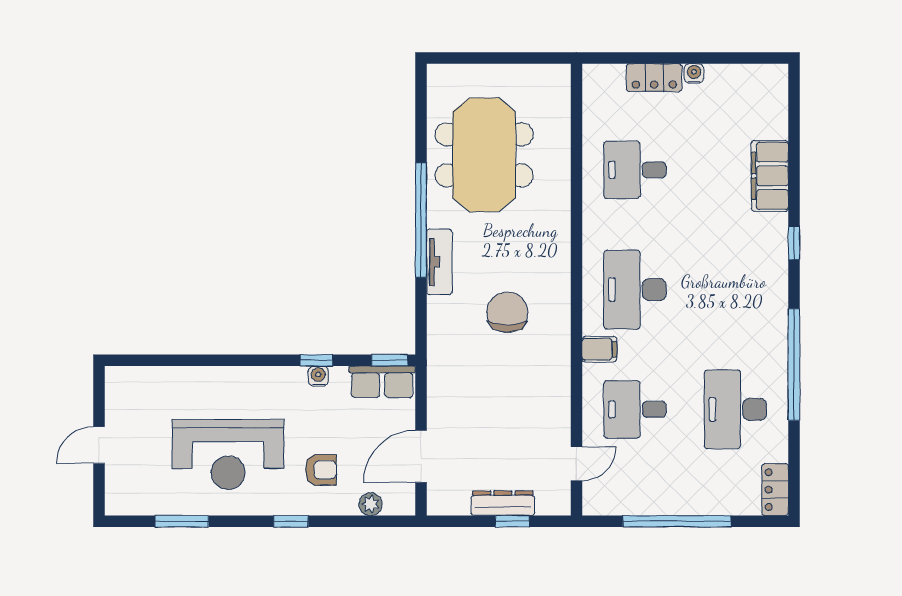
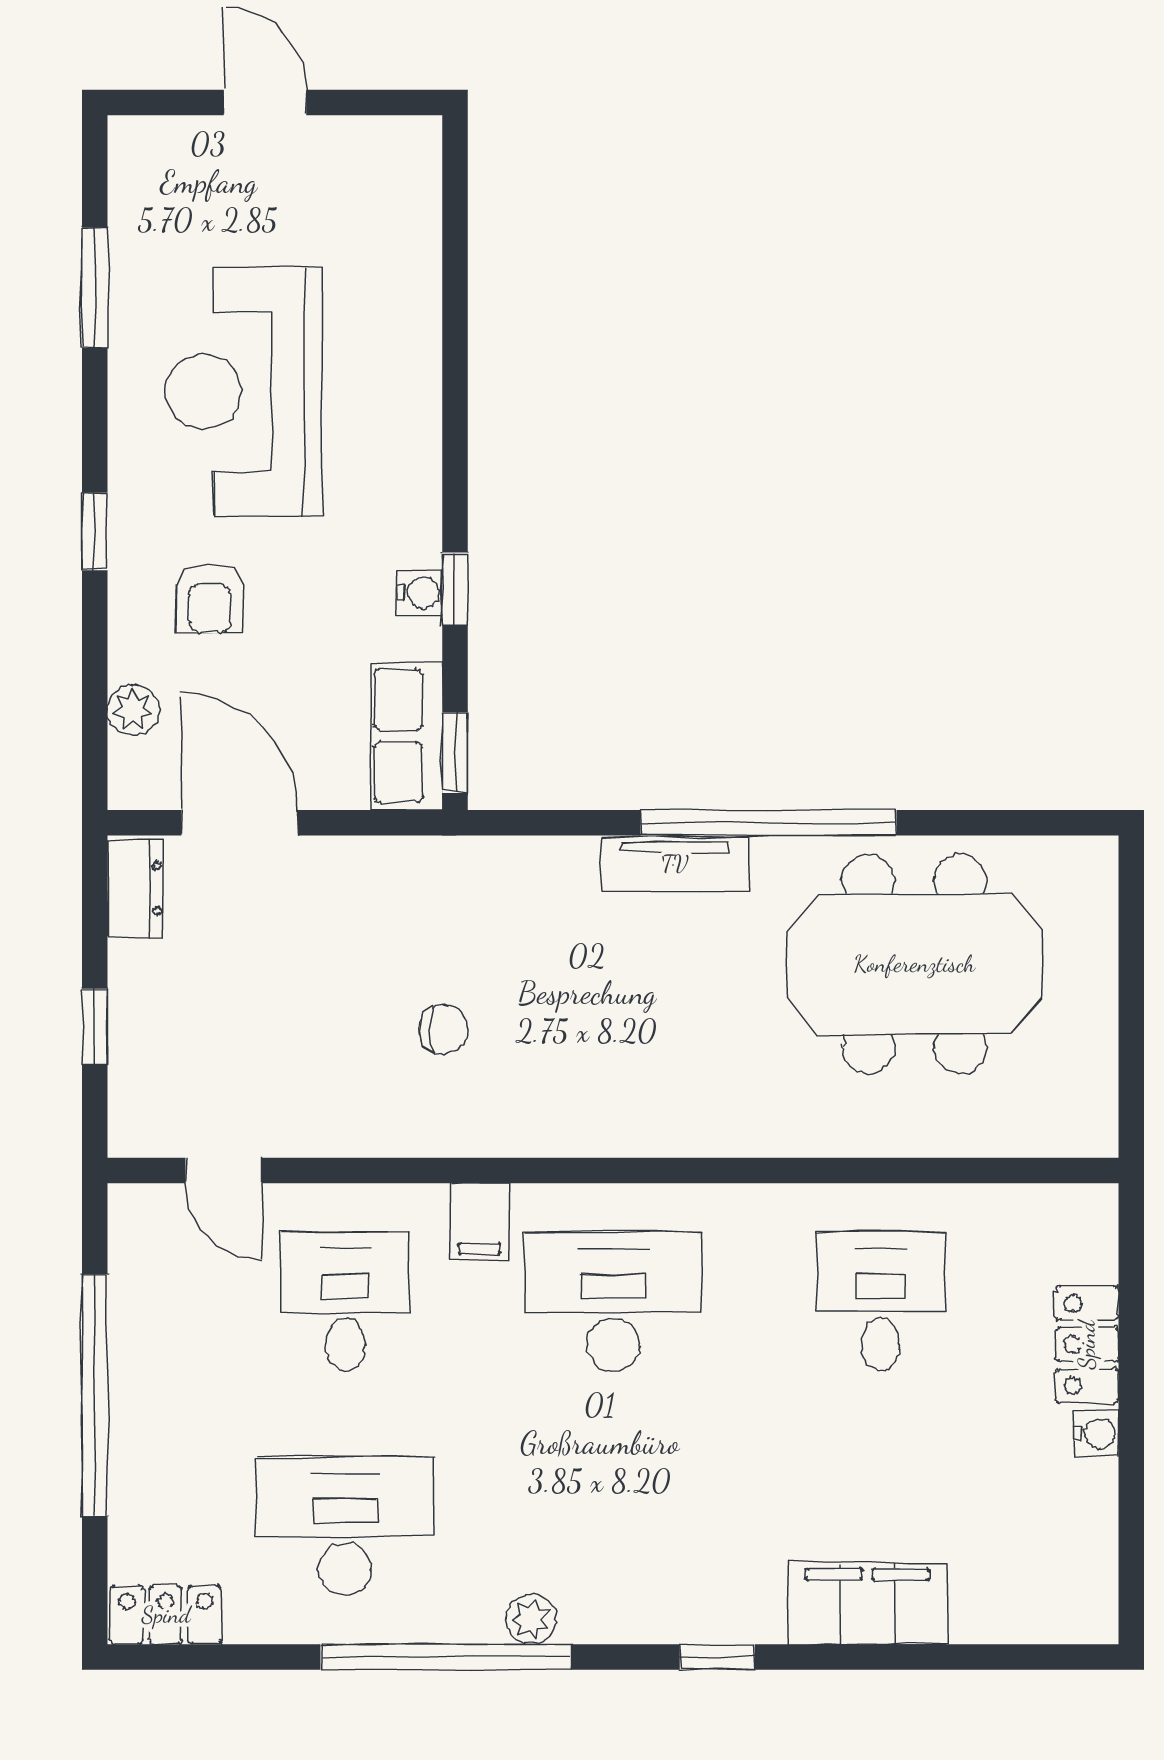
chair: (507, 312) -> (443, 1029), moved, width x0.54, depth x0.54
plant: (777, 326) -> (531, 1619), added
dresser: (503, 503) -> (135, 888), moved, width x0.70

